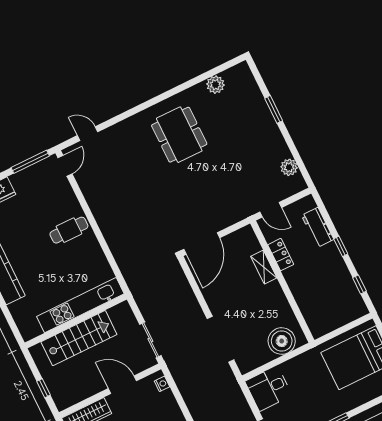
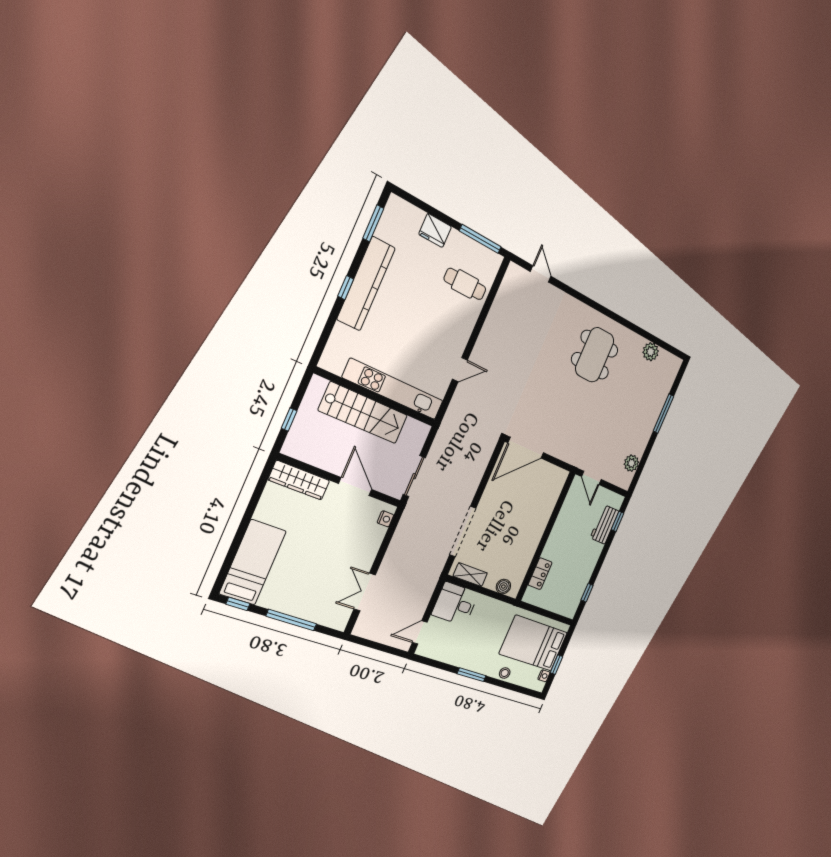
window: (274, 109) -> (663, 414), width x1.44
door: (65, 166) -> (460, 370), moved
cafe table: (69, 230) -> (465, 284), moved
window: (341, 246) -> (618, 521), moved
locker: (281, 255) -> (540, 574), moved
shelving: (264, 267) -> (470, 575), moved, turned 90
boiler: (282, 341) -> (503, 587), width x0.54, depth x0.54
stool: (359, 398) -> (505, 673), added

